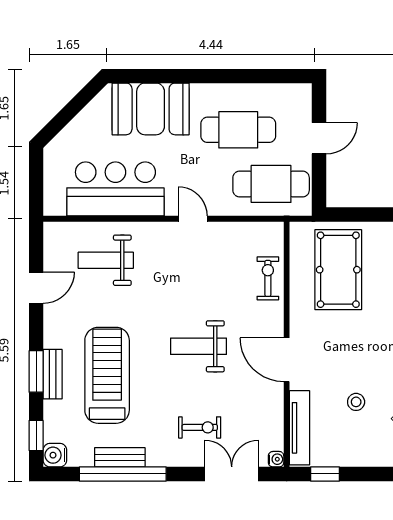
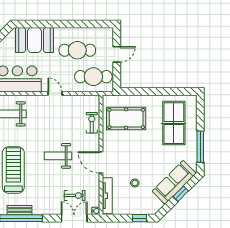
pool table: (338, 270) -> (126, 118), turned 90
exercise bike: (200, 427) -> (75, 195), moved
window: (325, 474) -> (140, 218), moved

